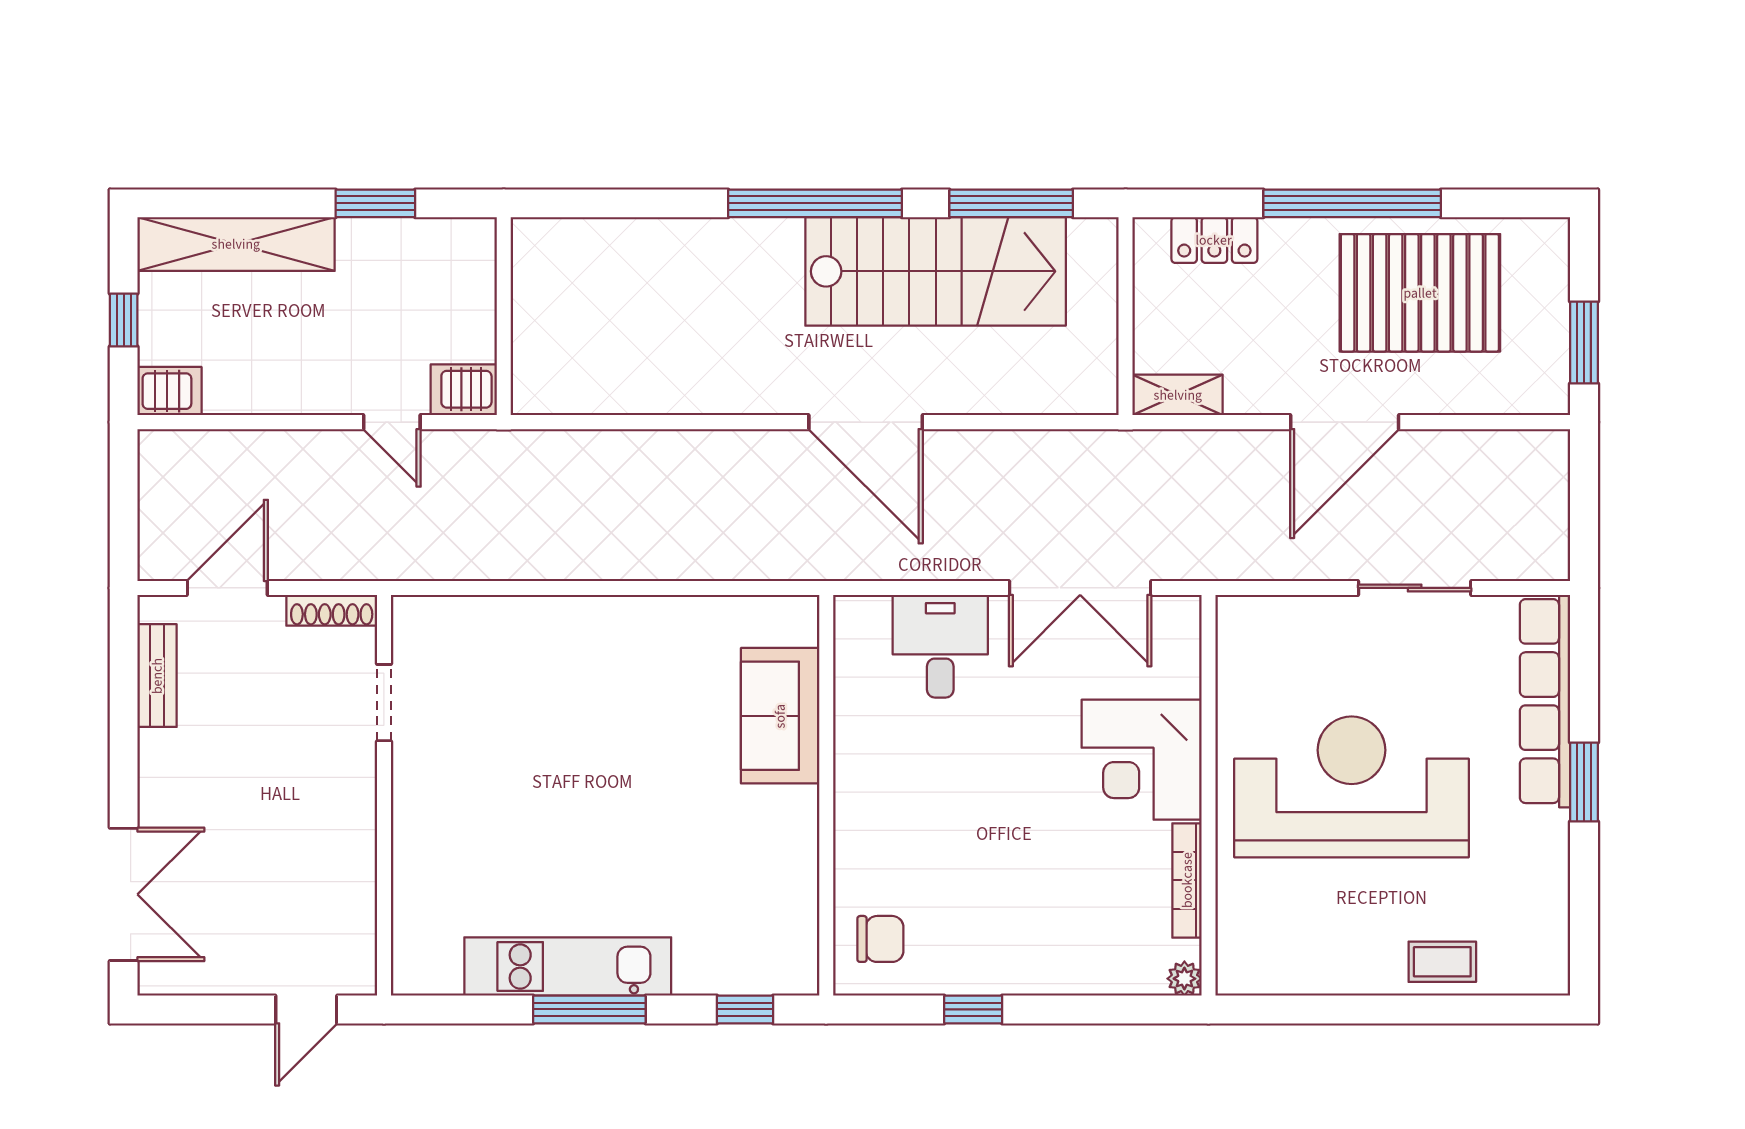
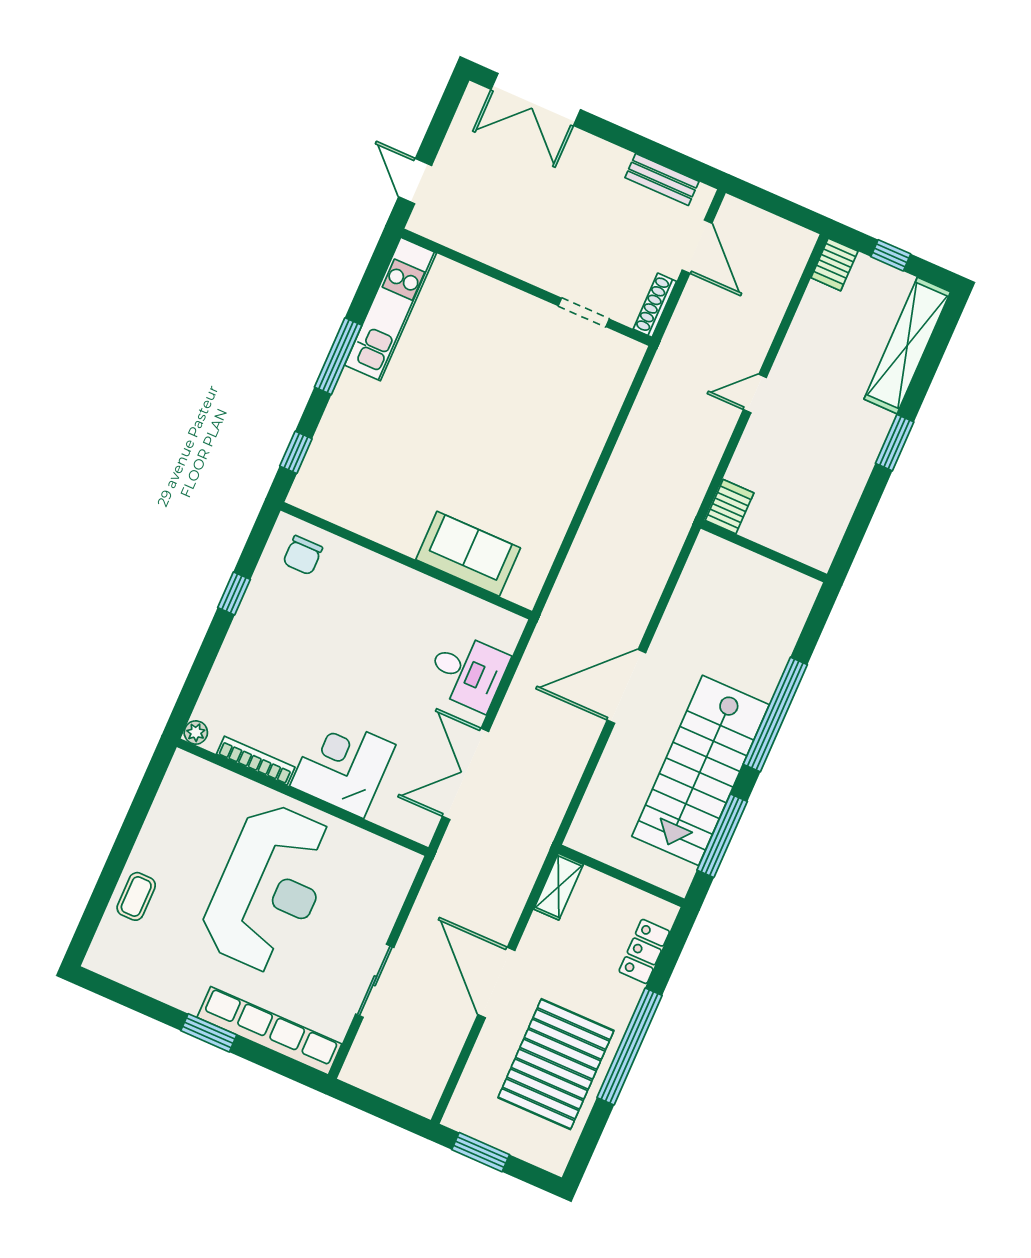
wall: (504, 316) -> (764, 551), moved
server rack: (464, 389) -> (730, 507), moved
kitchen unit: (568, 967) -> (391, 309), moved

